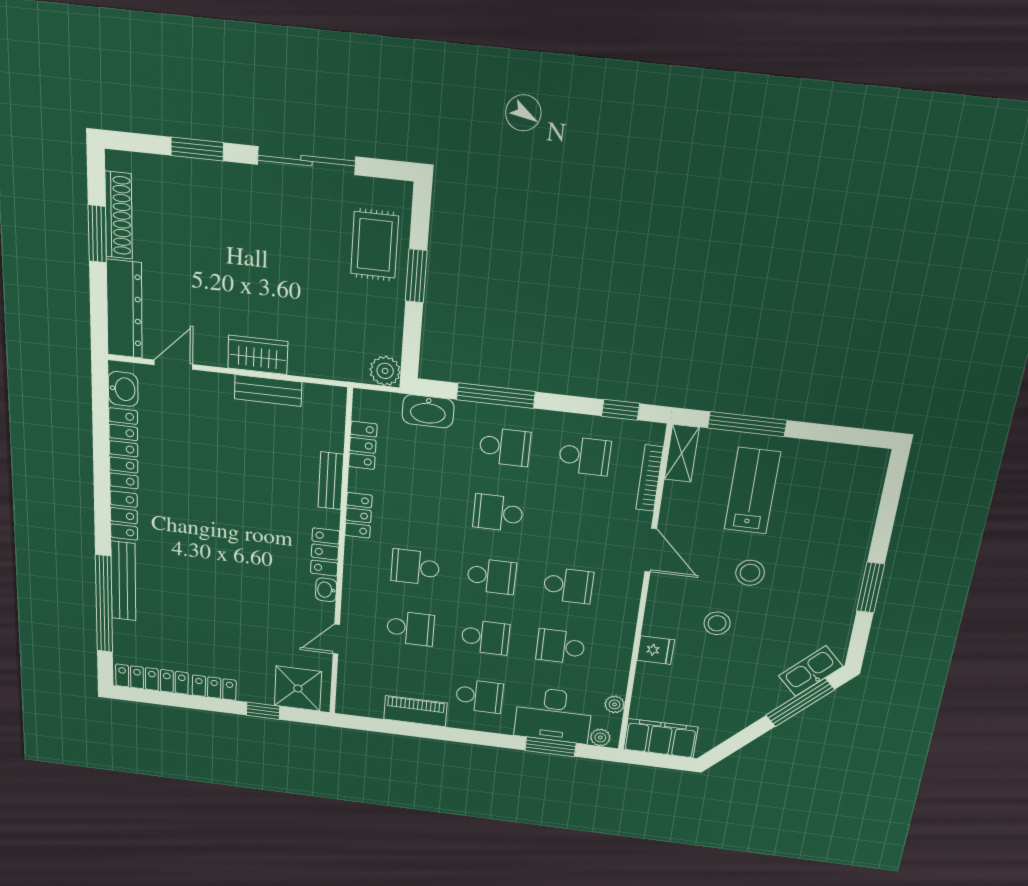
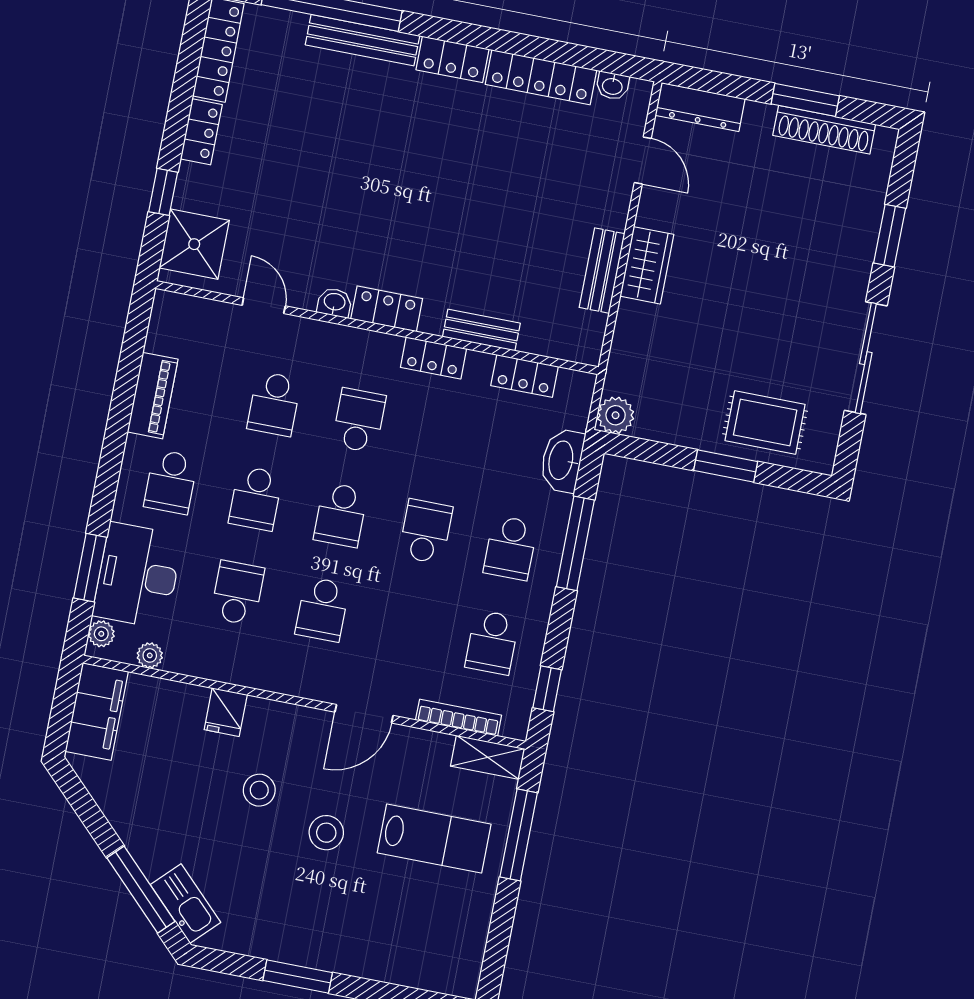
dresser: (124, 309) -> (700, 107), width x0.73, depth x0.80
washbasin: (123, 389) -> (612, 86), width x0.72, depth x0.69

